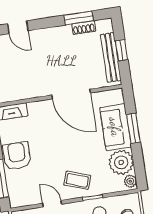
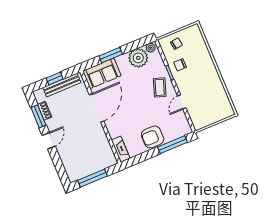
door: (18, 27) -> (49, 141), moved
sofa: (115, 127) -> (102, 73), moved

